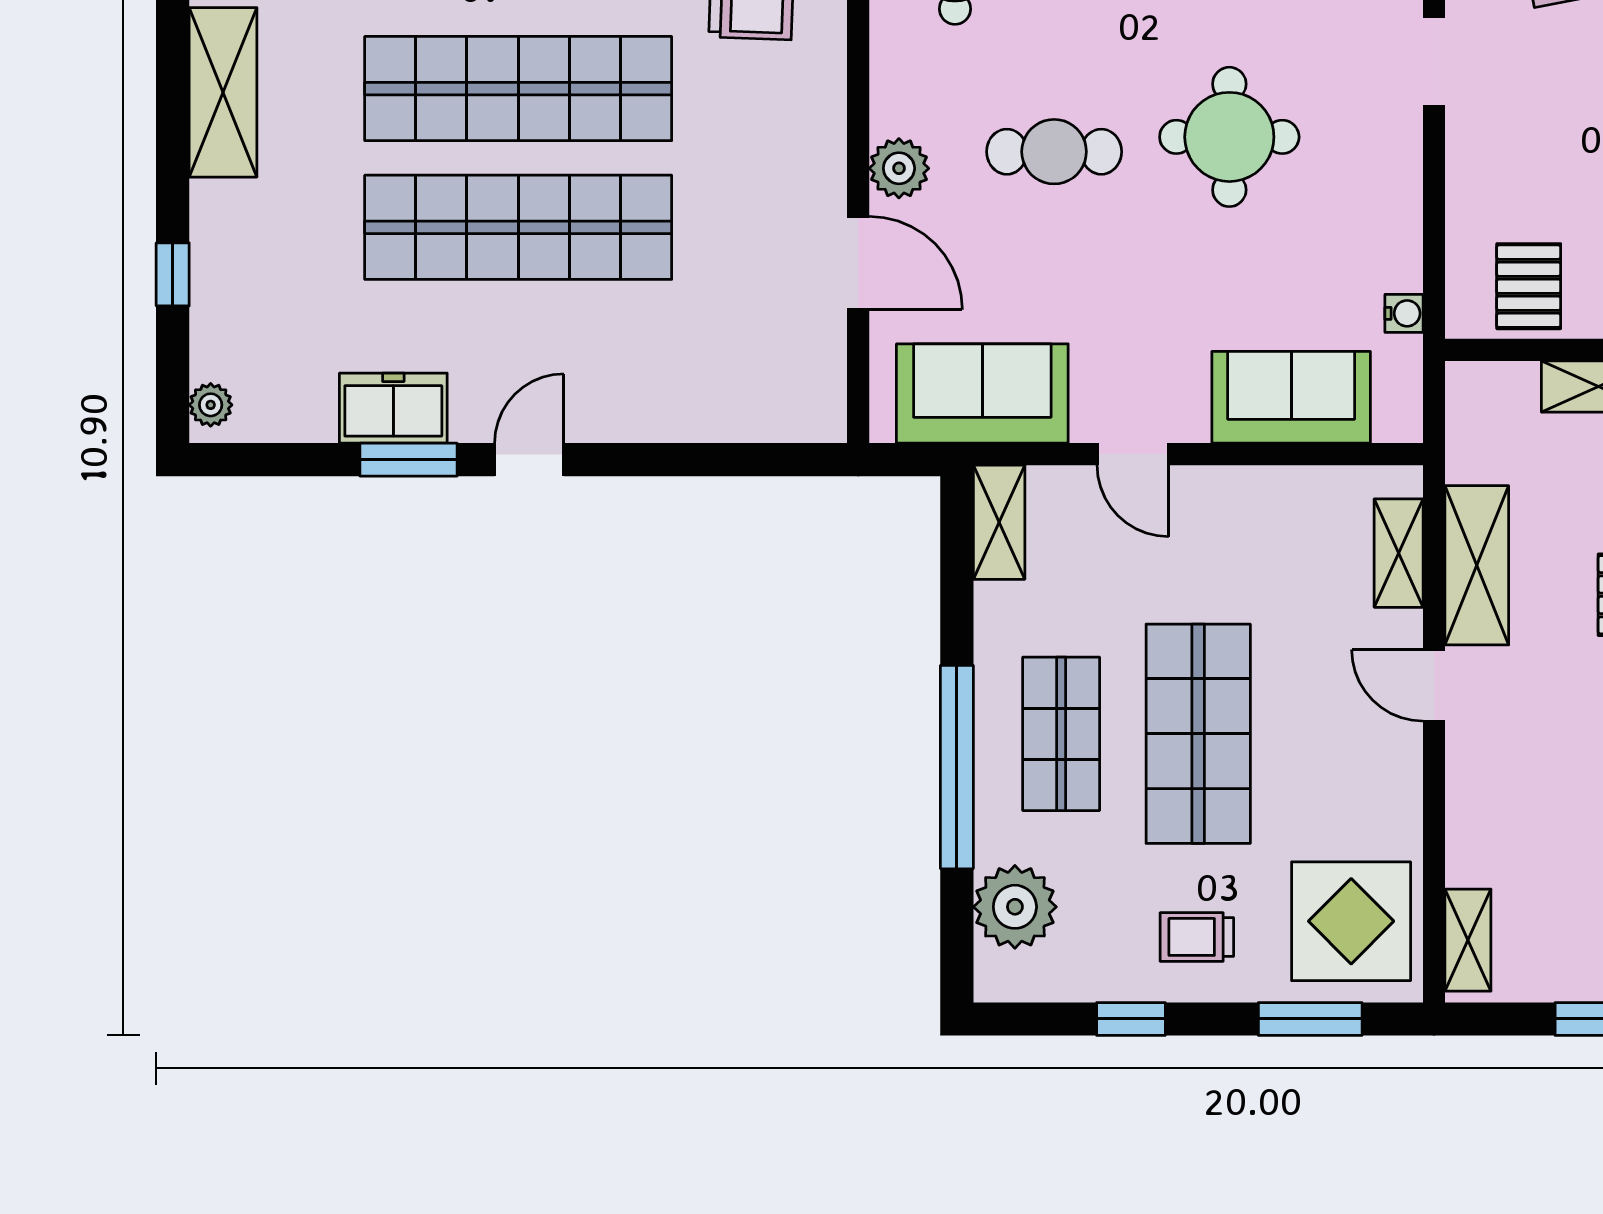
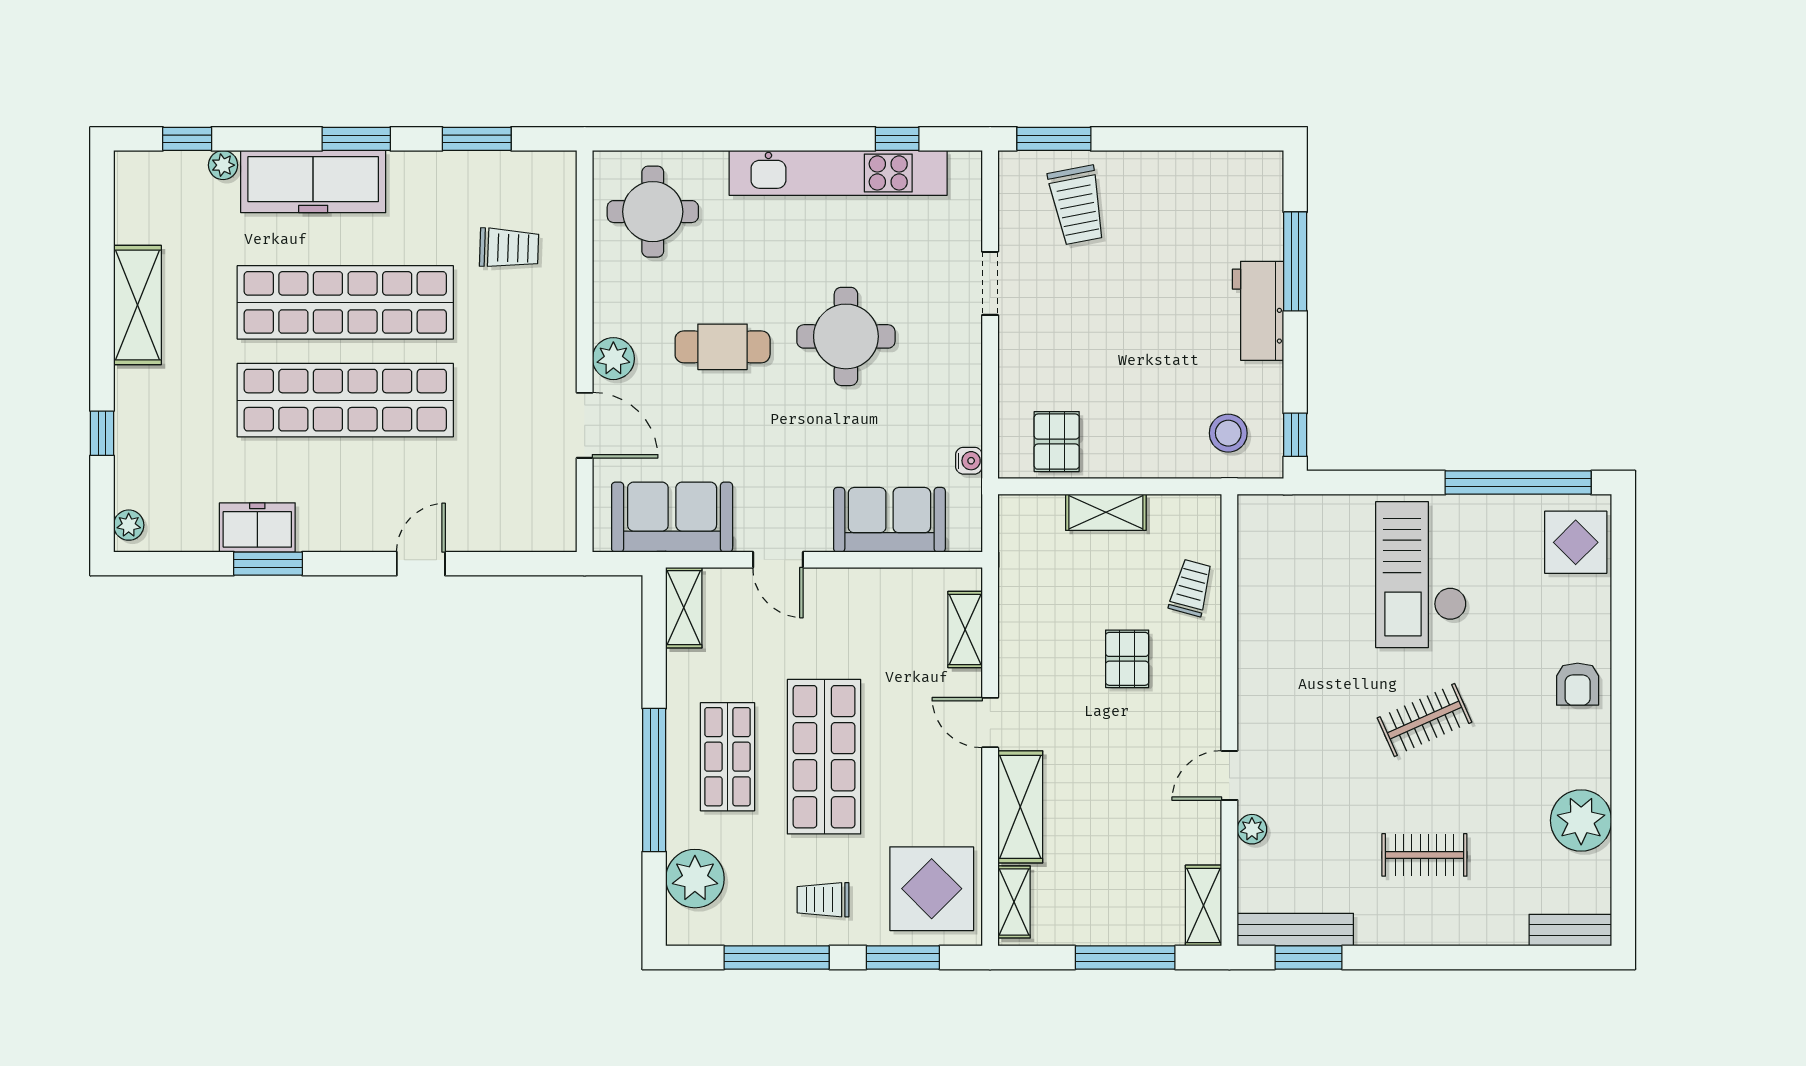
door: (529, 460) -> (421, 564), moved
shelving: (1477, 565) -> (1020, 807), moved
window: (1131, 1019) -> (777, 957), width x2.17

